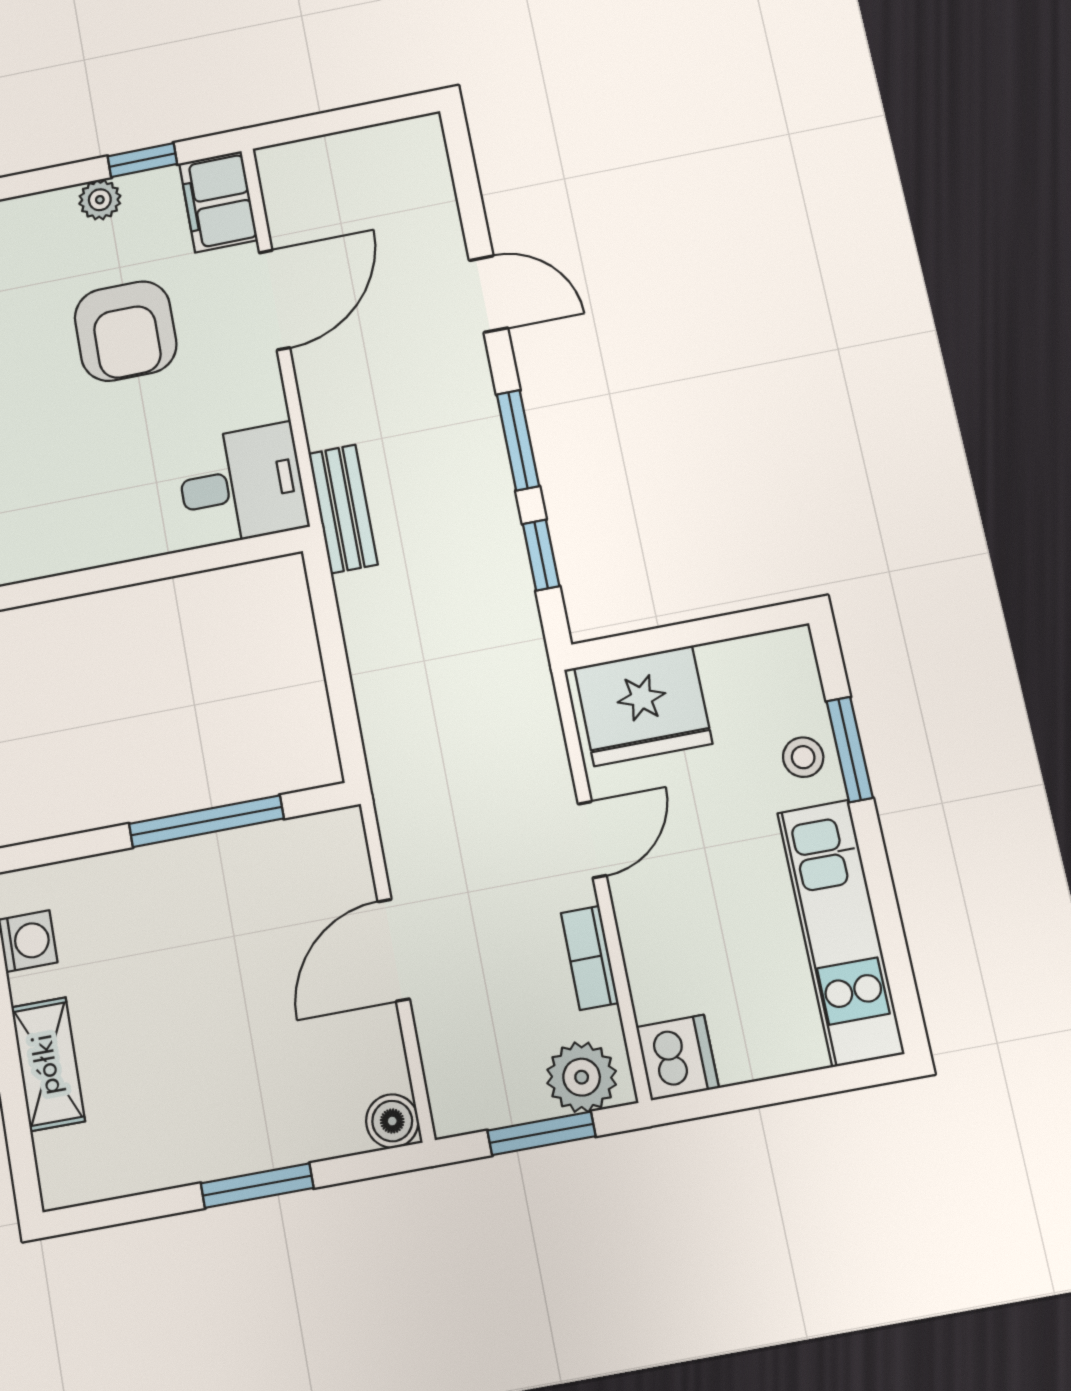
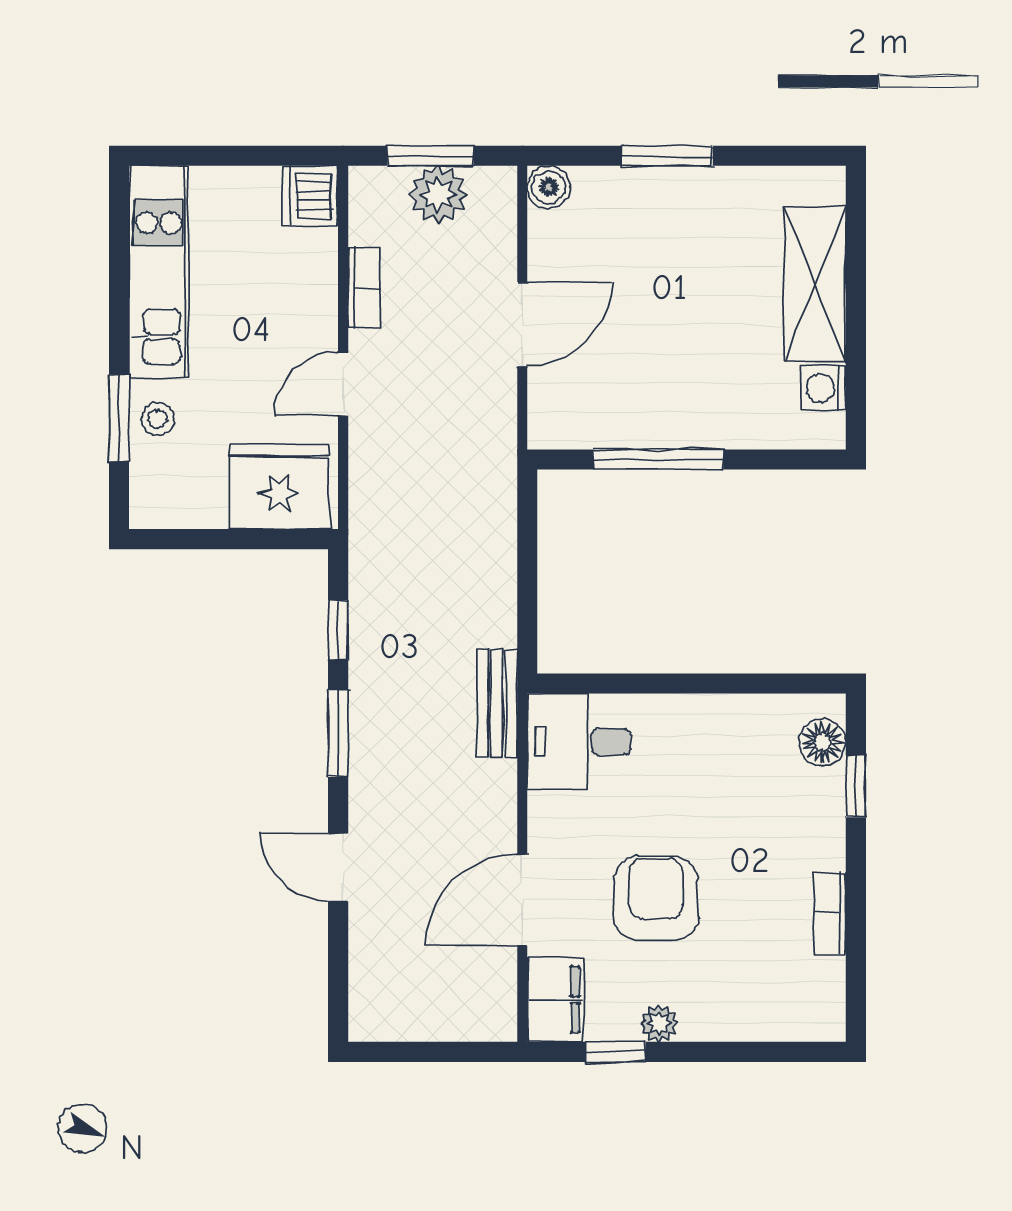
shelving: (48, 1064) -> (815, 284), width x1.50, depth x1.33
plant: (582, 1077) -> (438, 194), moved

